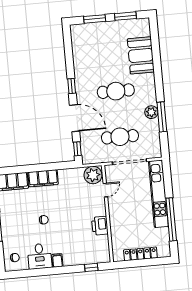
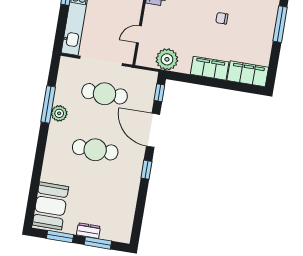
dresser: (104, 27) -> (88, 231), added
booth: (141, 55) -> (50, 206), moved
plant: (93, 175) -> (167, 59), moved

